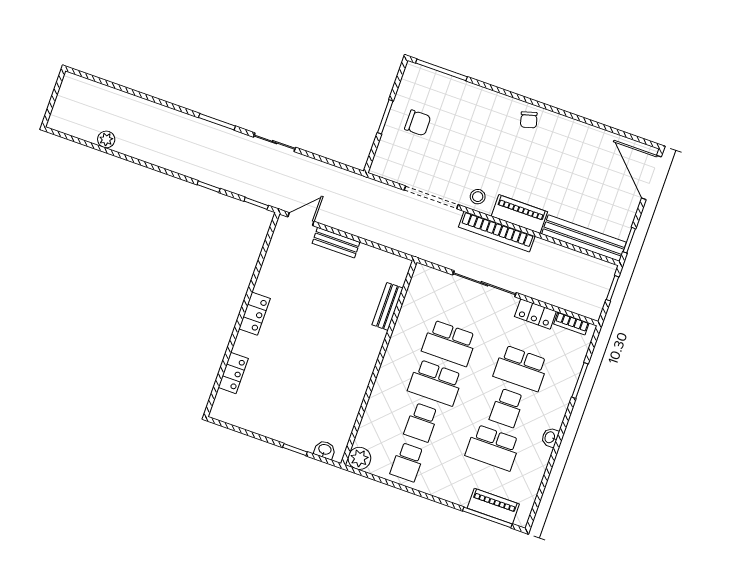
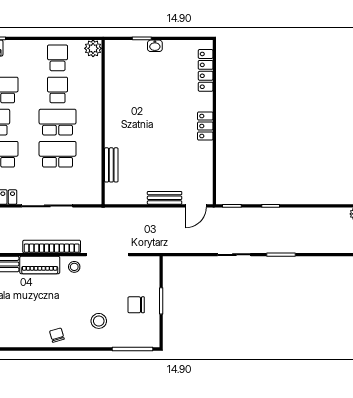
stool: (471, 119) -> (99, 321), added
locker: (233, 373) -> (206, 70), width x1.53
washbasin: (325, 450) -> (155, 46), moved

